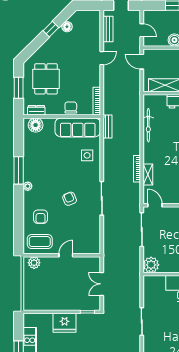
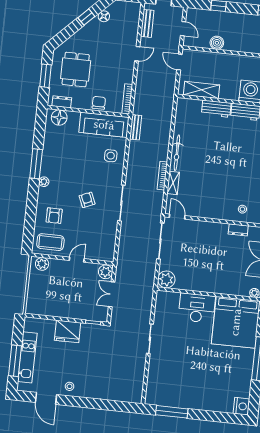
bicycle: (148, 125) -> (177, 153), moved
plant: (94, 264) -> (106, 272), added

